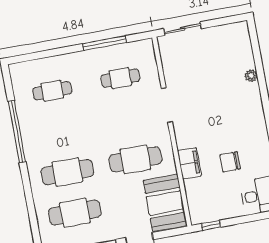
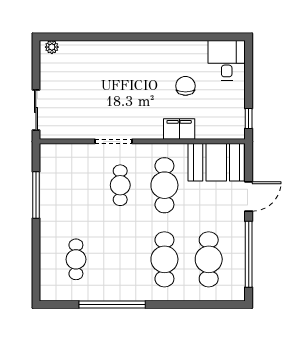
plant: (251, 76) -> (52, 47), moved
cafe table: (120, 78) -> (120, 185), moved
chair: (230, 162) -> (185, 86), turned 180

